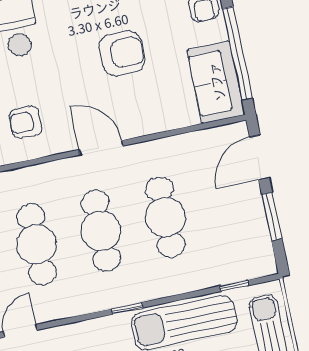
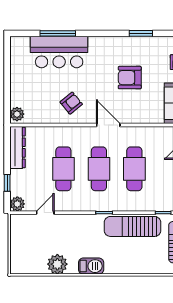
armchair: (122, 53) -> (130, 78), turned 180
armchair: (25, 122) -> (71, 103), turned 141

